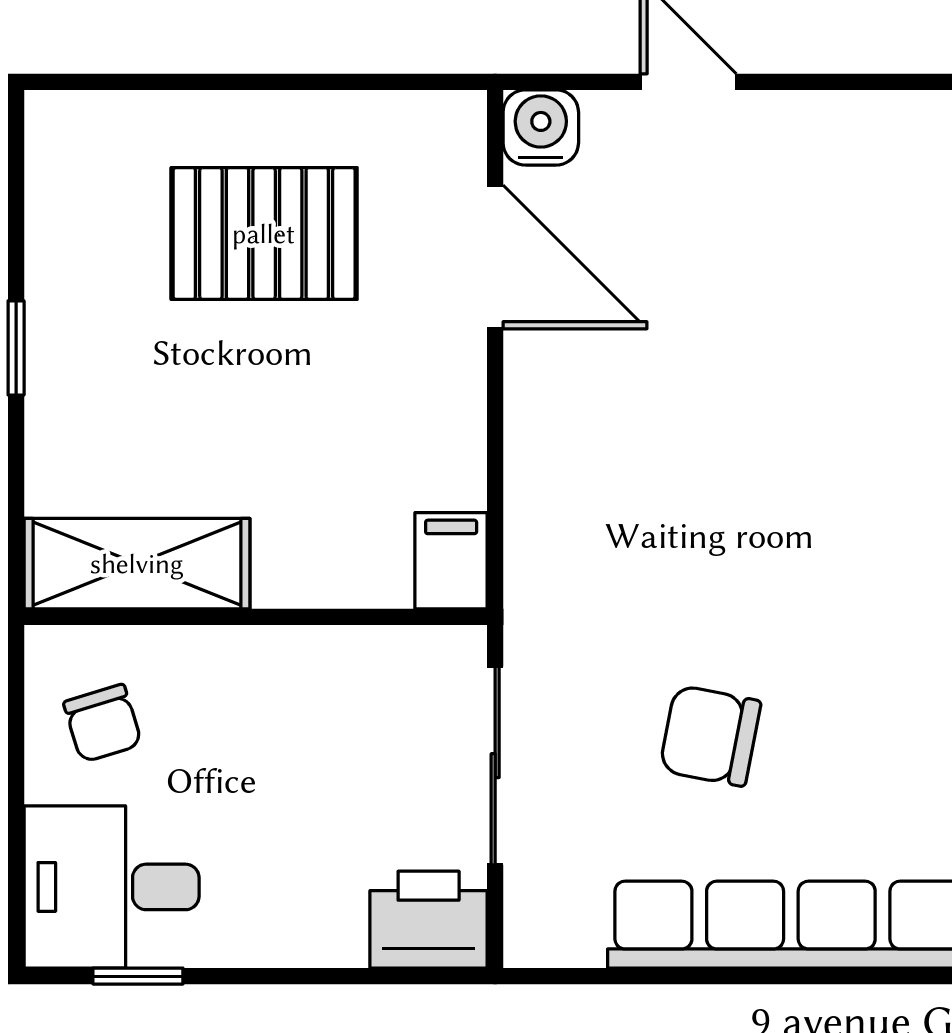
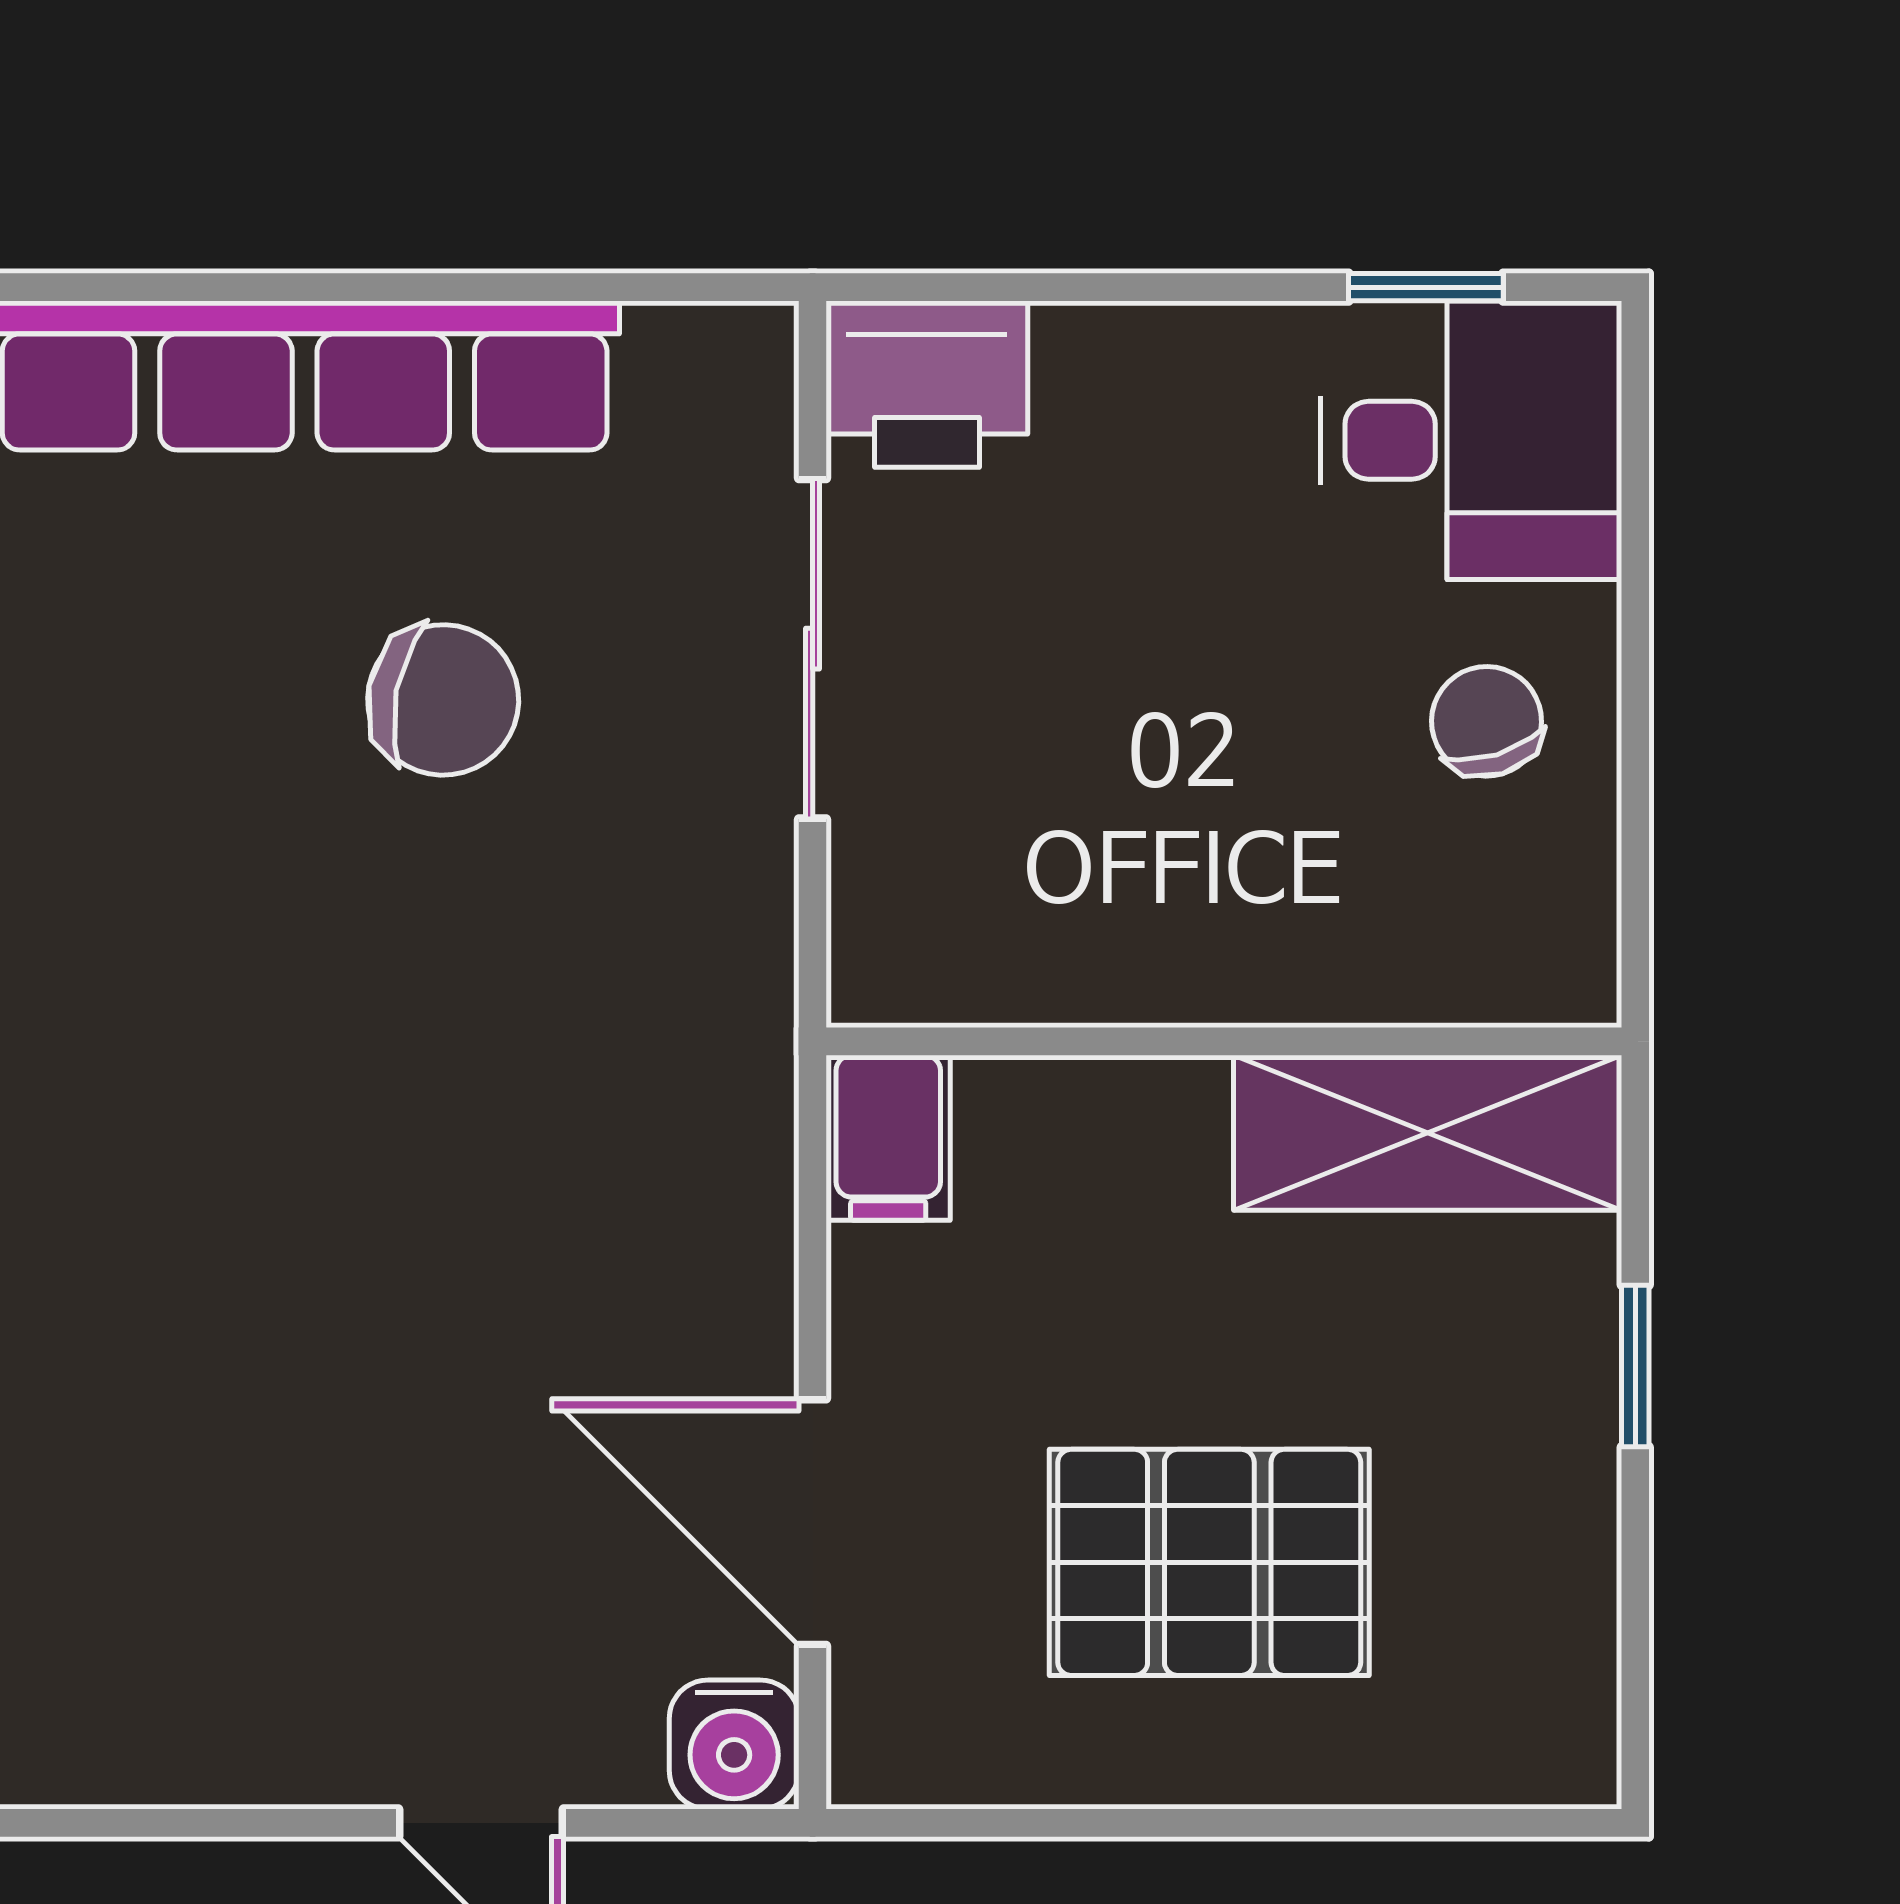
filing cabinet: (451, 561) -> (888, 1138), moved
shelving: (137, 564) -> (1428, 1133), moved
wall: (256, 617) -> (1224, 1041), moved

